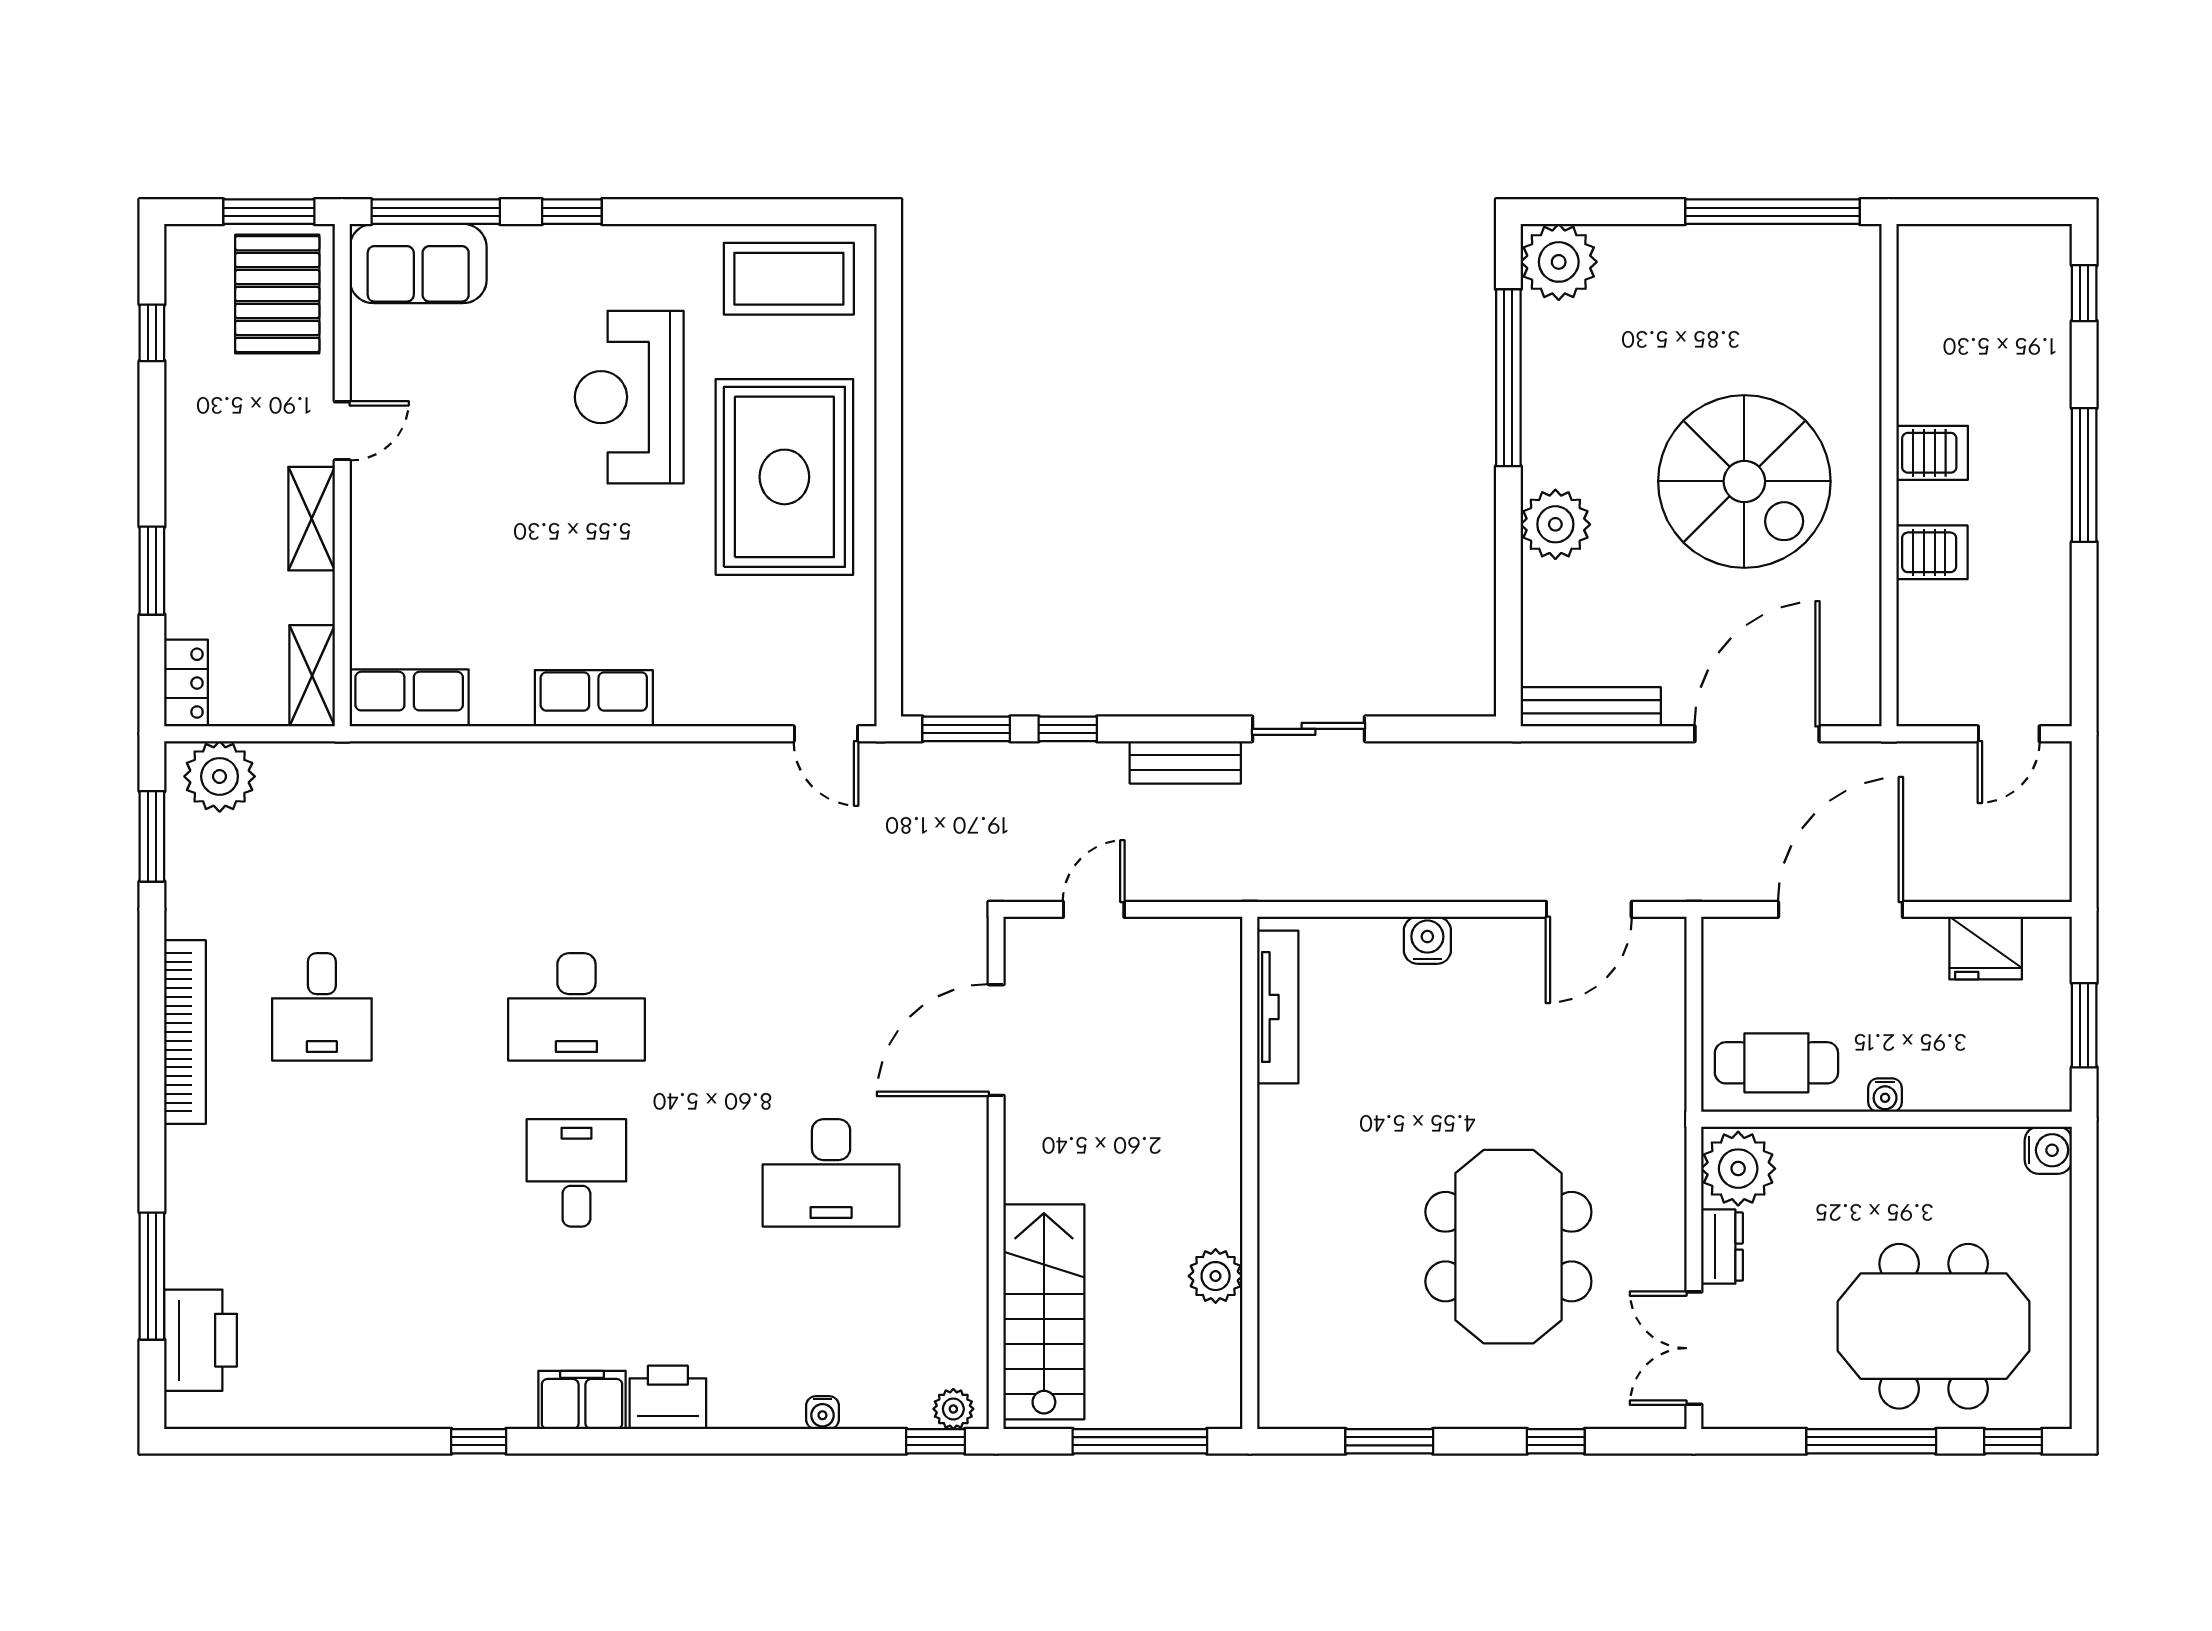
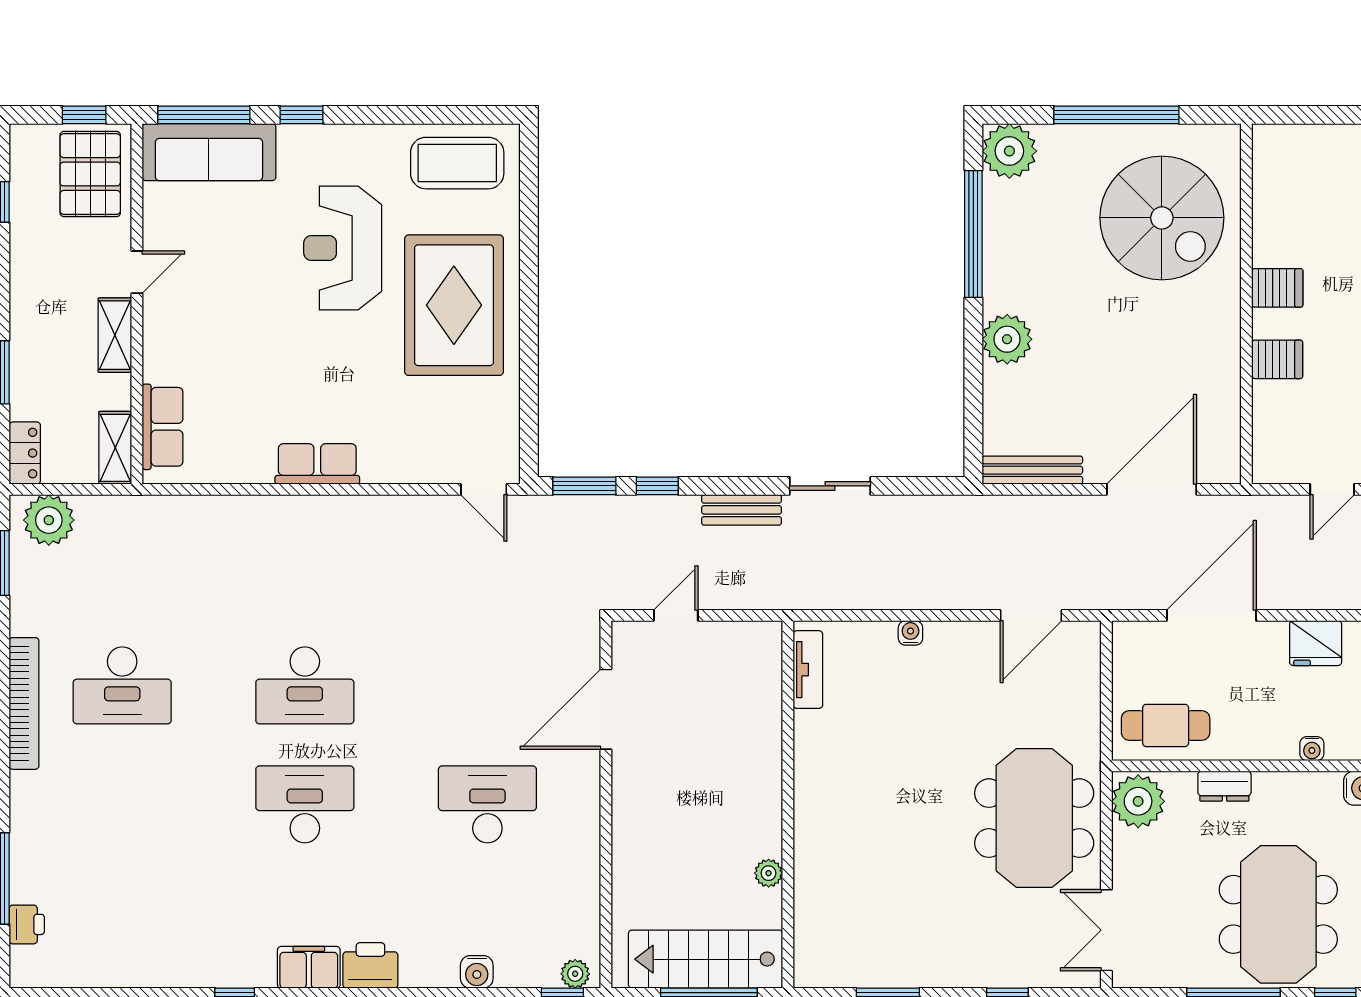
window: (269, 212) -> (84, 115), width x0.67
window: (1772, 212) -> (1116, 115), moved
sofa: (418, 264) -> (209, 152), width x1.36
spiral stairs: (1744, 481) -> (1162, 218), moved
row of seats: (409, 698) -> (162, 427), moved, turned 90
water cooler: (1427, 940) -> (910, 633), width x0.72, depth x0.72
desk: (322, 1007) -> (122, 685), width x1.37
tv unit: (1278, 1007) -> (808, 670), width x0.71
water cooler: (1885, 1095) -> (1312, 749), moved
desk: (576, 1173) -> (305, 804), width x1.37
desk: (831, 1173) -> (487, 804), turned 180
meeting table: (1508, 1247) -> (1034, 818), moved
dresser: (1722, 1247) -> (1224, 786), moved, turned 90
plant: (1216, 1276) -> (769, 873), width x0.73, depth x0.73
stairs: (1044, 1312) -> (705, 959), moved, turned -90
meeting table: (1934, 1326) -> (1278, 914), turned 90
printer: (201, 1340) -> (27, 924), width x0.53, depth x0.68
water cooler: (822, 1413) -> (477, 972), width x1.38, depth x1.38

